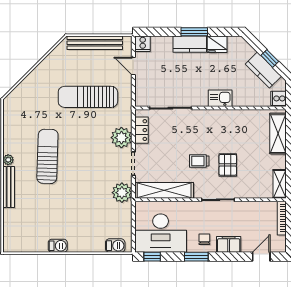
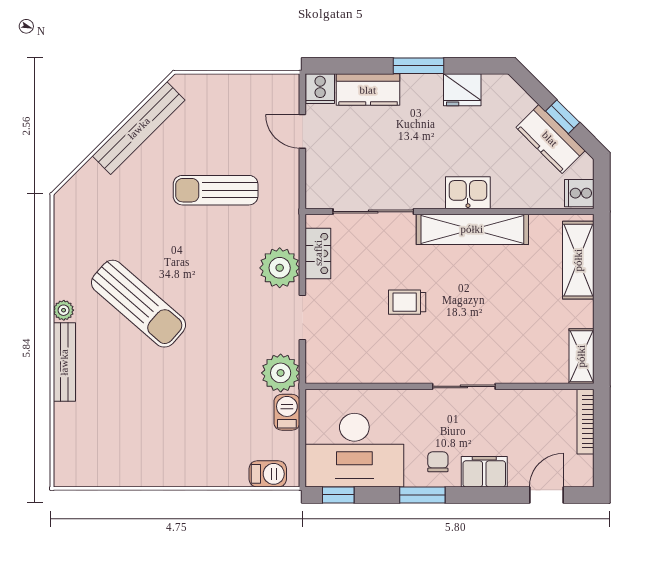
bench: (95, 43) -> (139, 128), moved, turned -45
kitchen counter: (190, 44) -> (368, 90), moved
sun lounger: (88, 97) -> (216, 190), width x0.73, depth x0.75
sun lounger: (47, 156) -> (139, 304), turned 129
trolley: (199, 161) -> (407, 302), moved
pallet: (228, 165) -> (482, 320), removed
shelving: (164, 190) -> (472, 229), moved
barbecue: (58, 246) -> (287, 412), moved, turned -90

